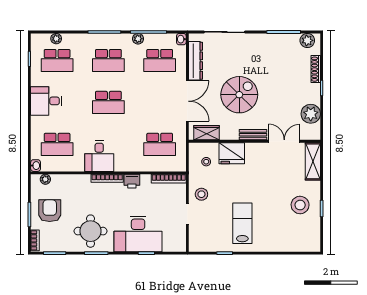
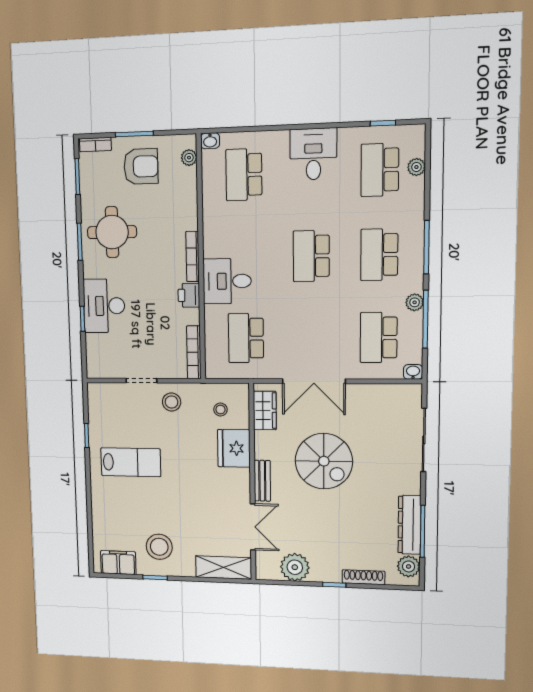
dresser: (196, 61) -> (409, 525), moved, turned 90
desk: (99, 156) -> (227, 281), moved
desk: (138, 234) -> (104, 306), width x0.73, depth x0.77
filing cabinet: (312, 234) -> (118, 563), added

